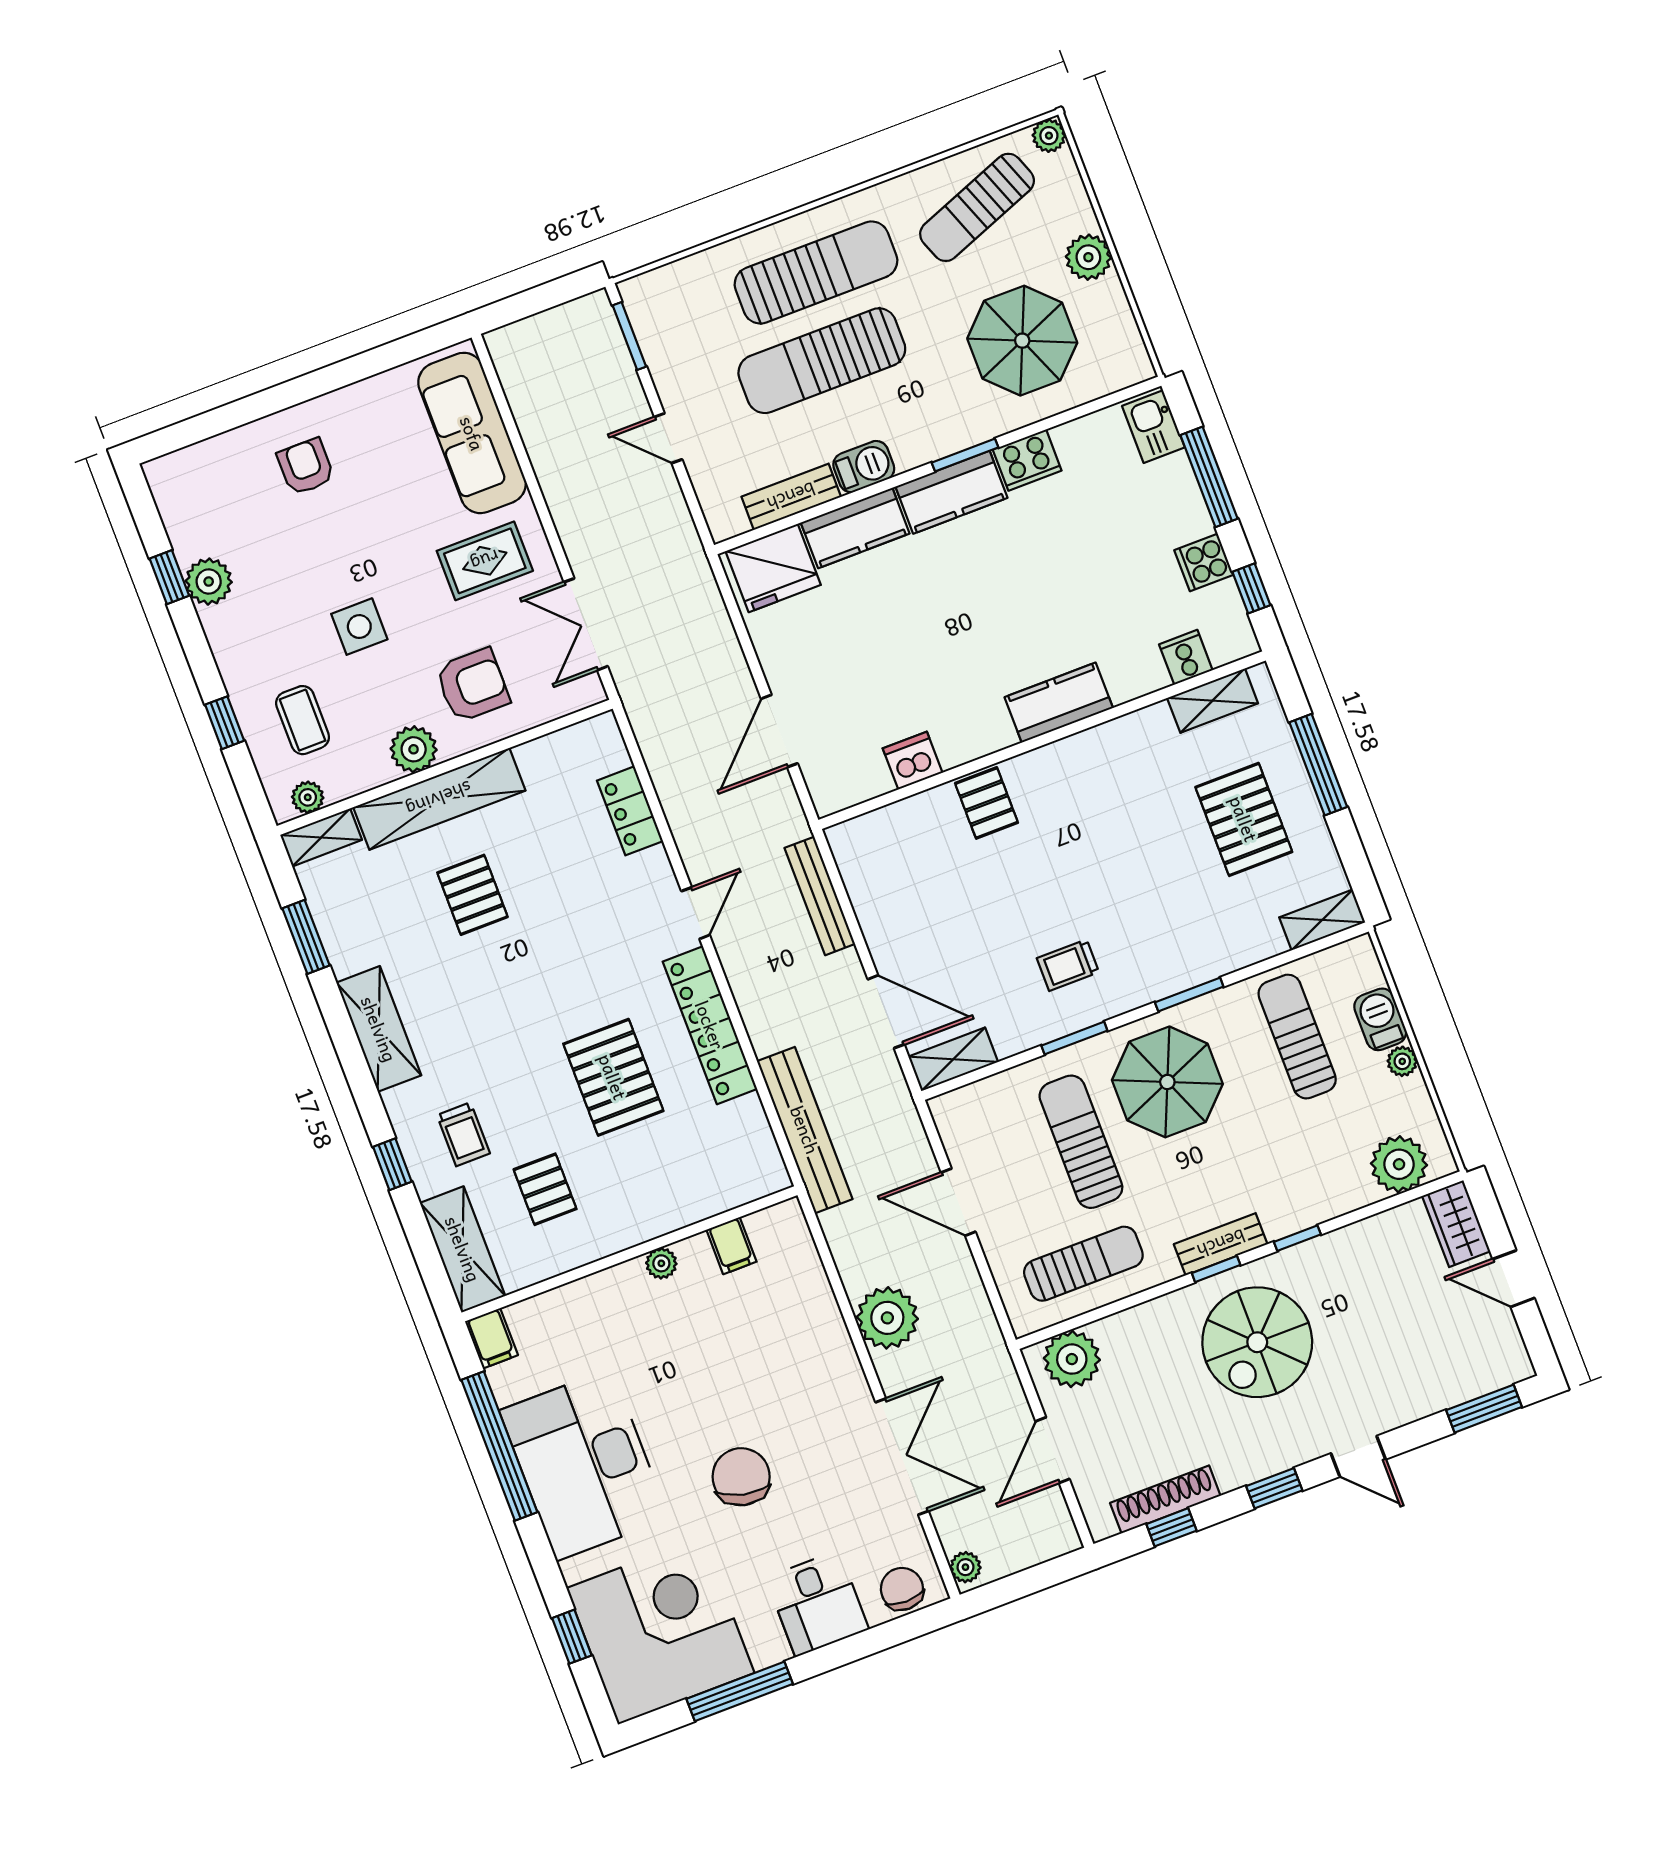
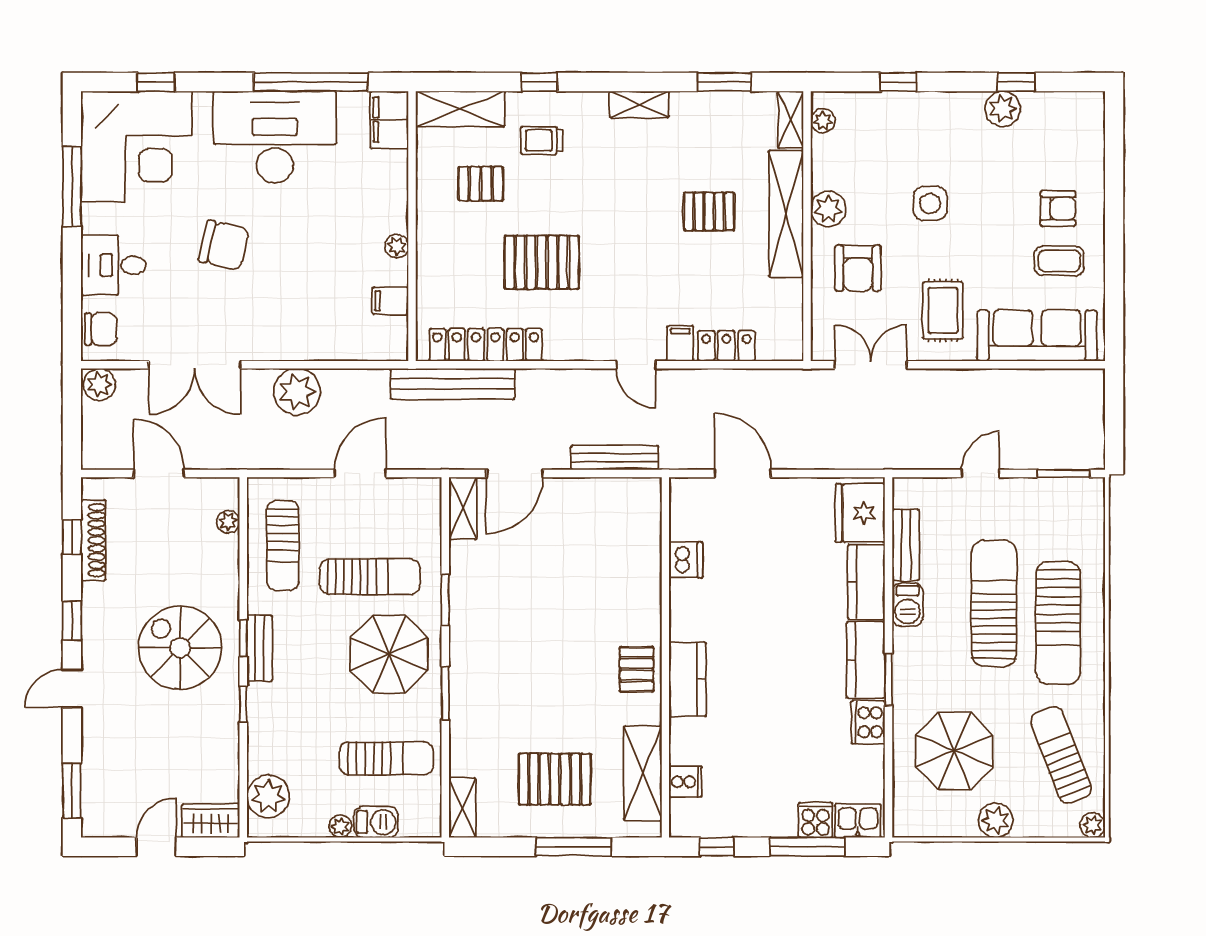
cooker: (1204, 562) -> (816, 820), moved
shelving: (1213, 701) -> (643, 773), width x1.50, depth x1.33
coffee table: (303, 720) -> (1059, 261), moved
pallet: (987, 803) -> (637, 669), moved, turned 90
filing cabinet: (649, 869) -> (680, 344), added
trolley: (1068, 965) -> (499, 615), removed
locker: (710, 1025) -> (486, 345), moved
shelving: (379, 1029) -> (639, 104), width x0.67, depth x0.75
filing cabinet: (491, 1338) -> (389, 120), width x2.00
plant: (1072, 1359) -> (228, 522), width x0.53, depth x0.53
plant: (965, 1567) -> (99, 384), width x1.38, depth x1.38

